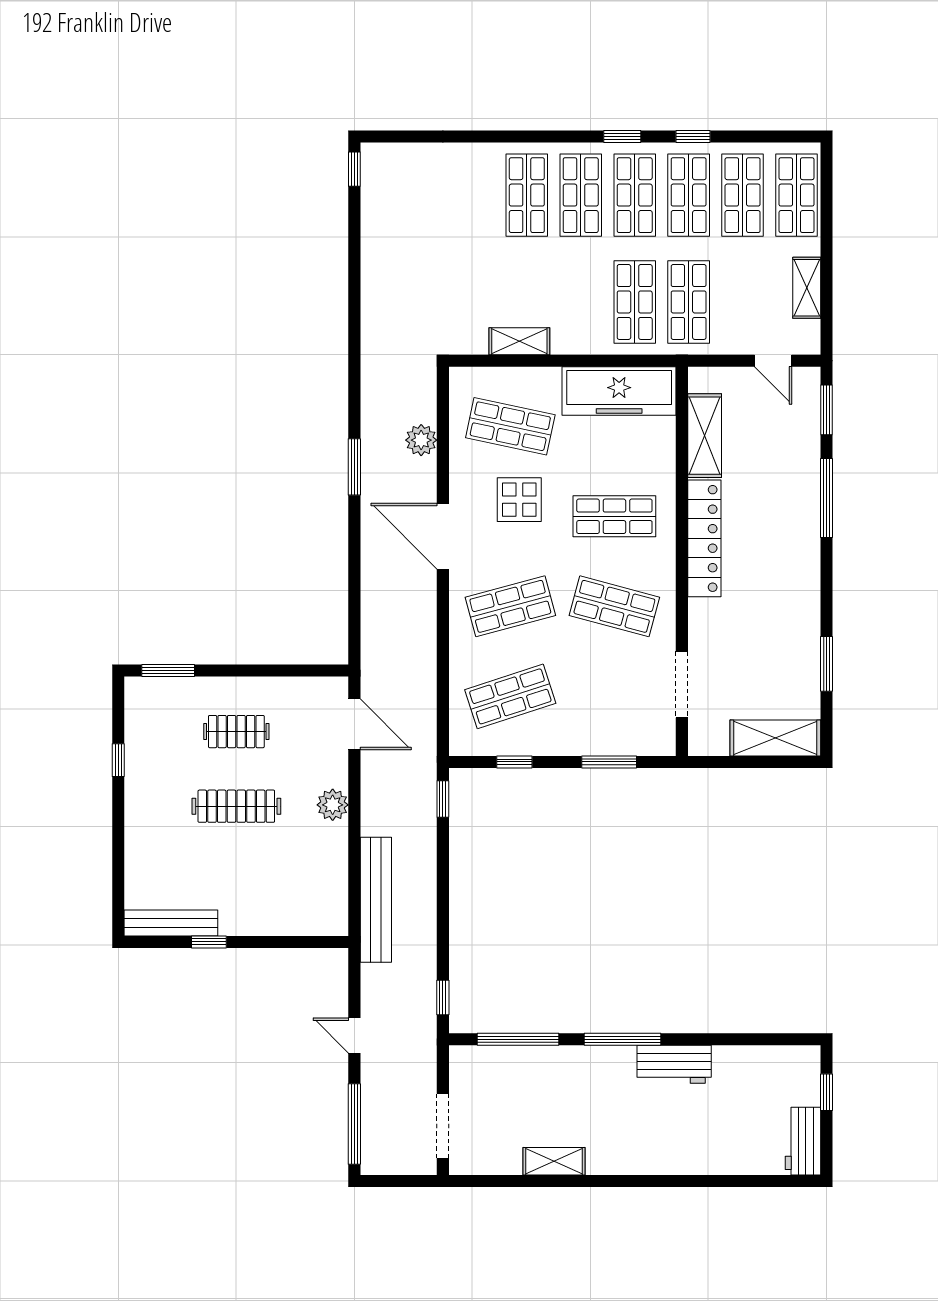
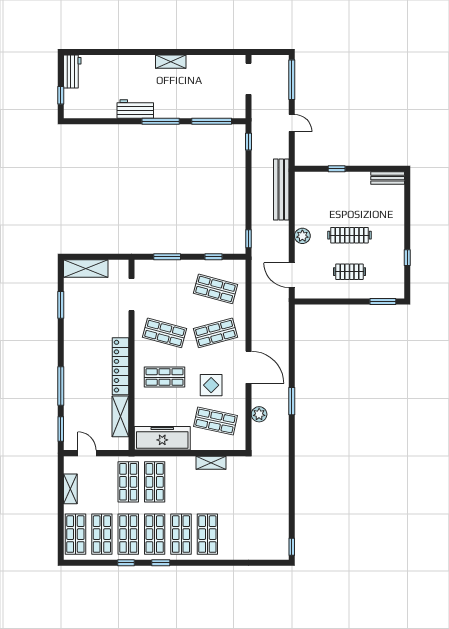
shop shelf: (510, 696) -> (215, 289), turned 33
bench: (171, 923) -> (388, 178), width x0.73
window: (209, 942) -> (337, 169), moved
shelving: (554, 1161) -> (171, 62), moved

